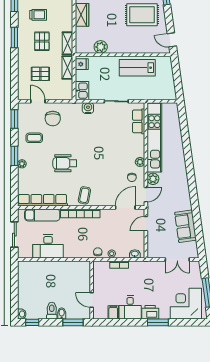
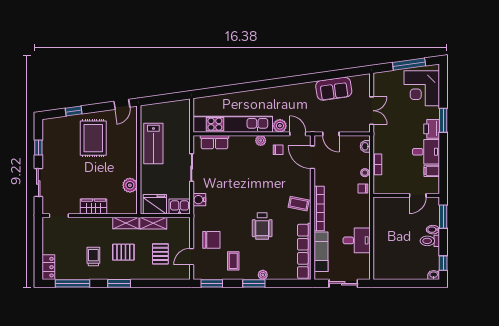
fridge: (82, 64) -> (155, 204), width x1.88, depth x1.34
desk: (48, 246) -> (357, 240), width x0.73
double door: (177, 260) -> (372, 111), moved

